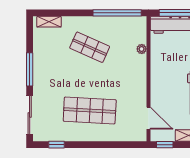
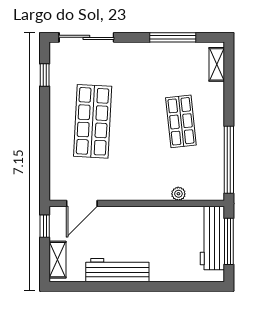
shop shelf: (90, 47) -> (181, 121), turned -30
window: (30, 69) -> (173, 37), moved

